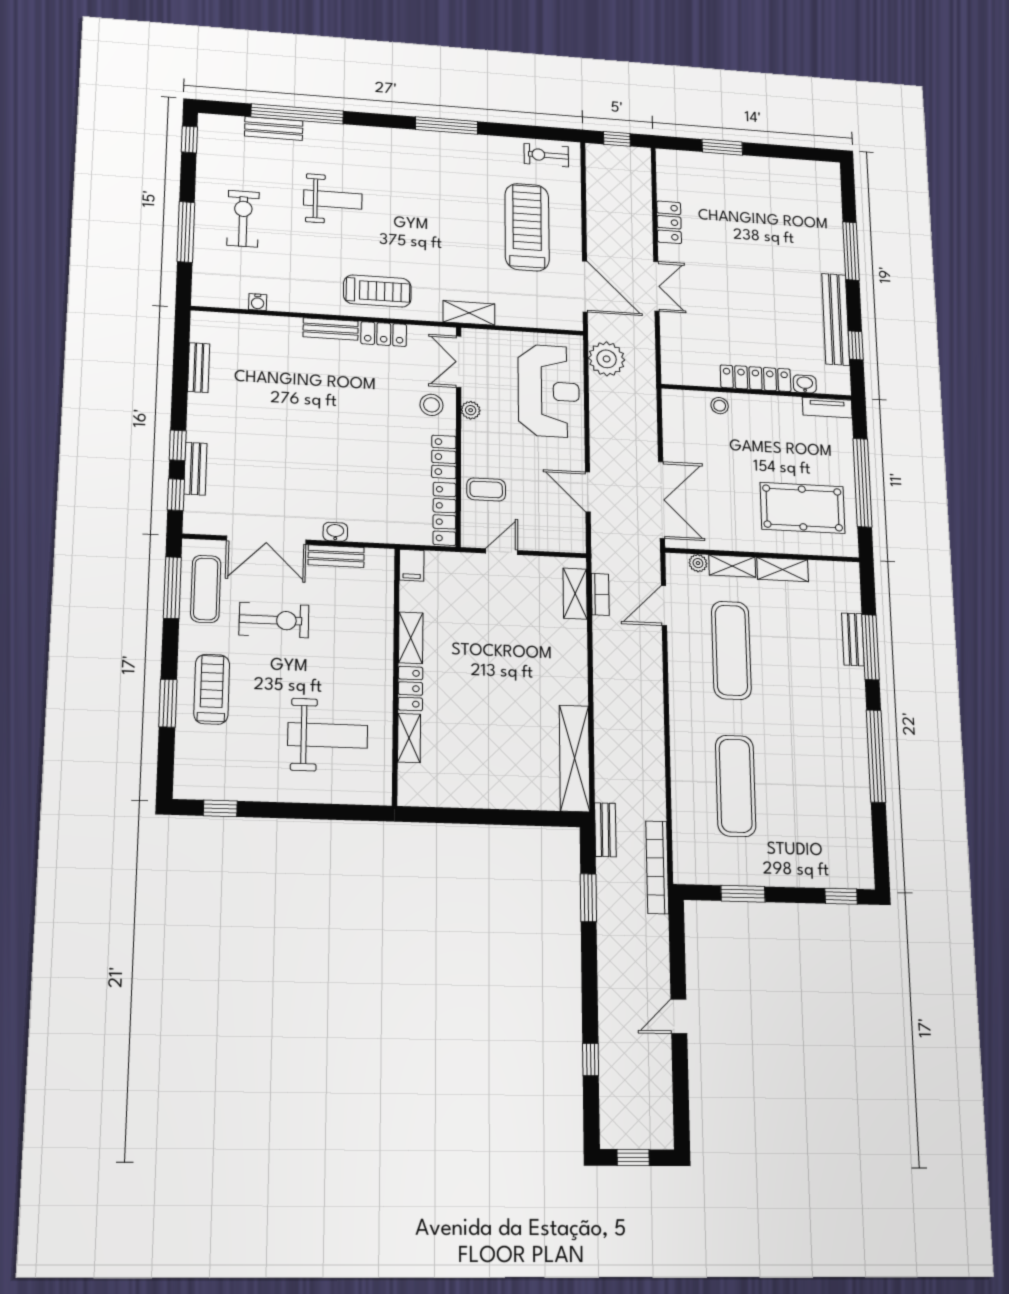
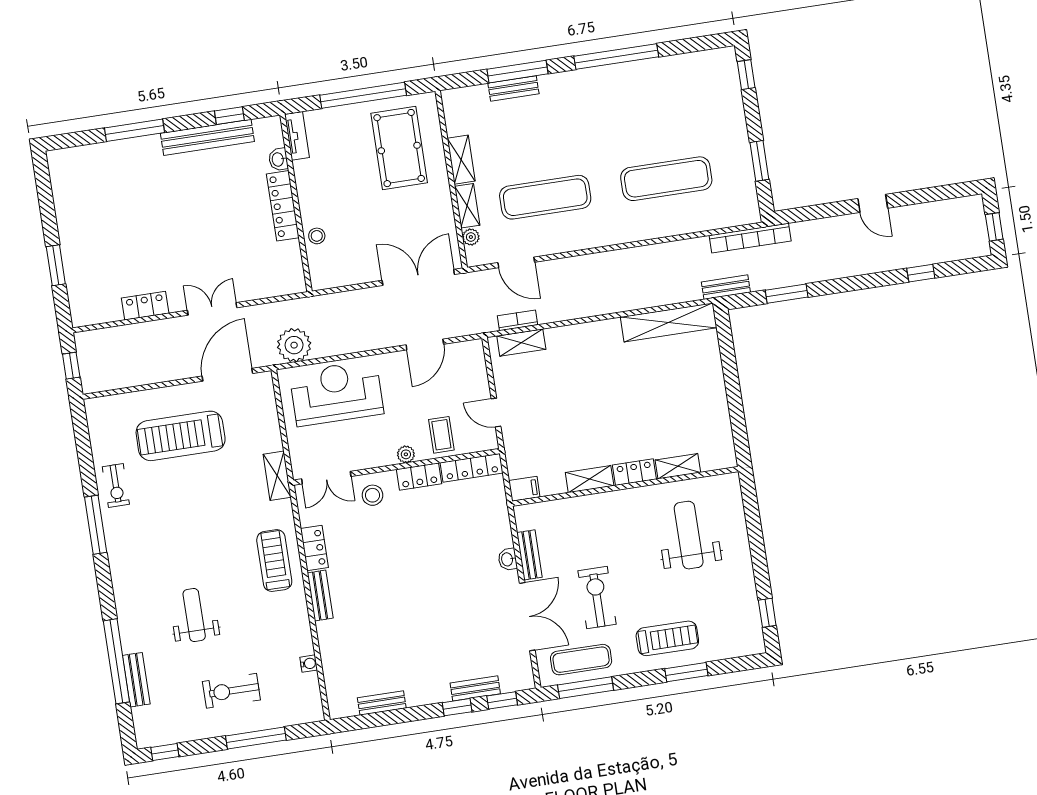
exercise bike: (546, 155) -> (116, 486), moved
plant: (471, 410) -> (406, 454), moved
treadmill: (212, 689) -> (667, 638), turned 180

